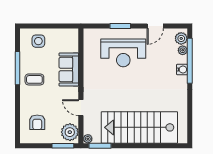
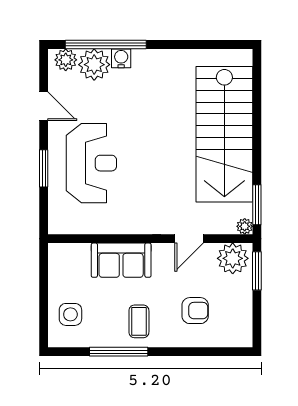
plant: (183, 50) -> (94, 65), width x1.87, depth x1.87
armchair: (37, 122) -> (195, 311), moved

